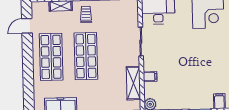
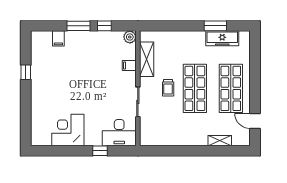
trolley: (86, 14) -> (168, 88), moved
door: (27, 26) -> (255, 121), swing flipped

